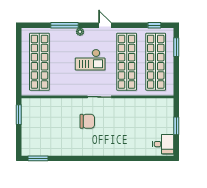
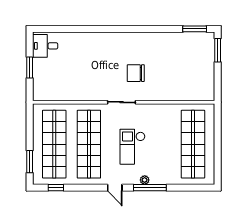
window: (64, 25) -> (150, 188), moved
checkout: (90, 60) -> (132, 147), turned -90
window: (19, 115) -> (218, 50), moved

